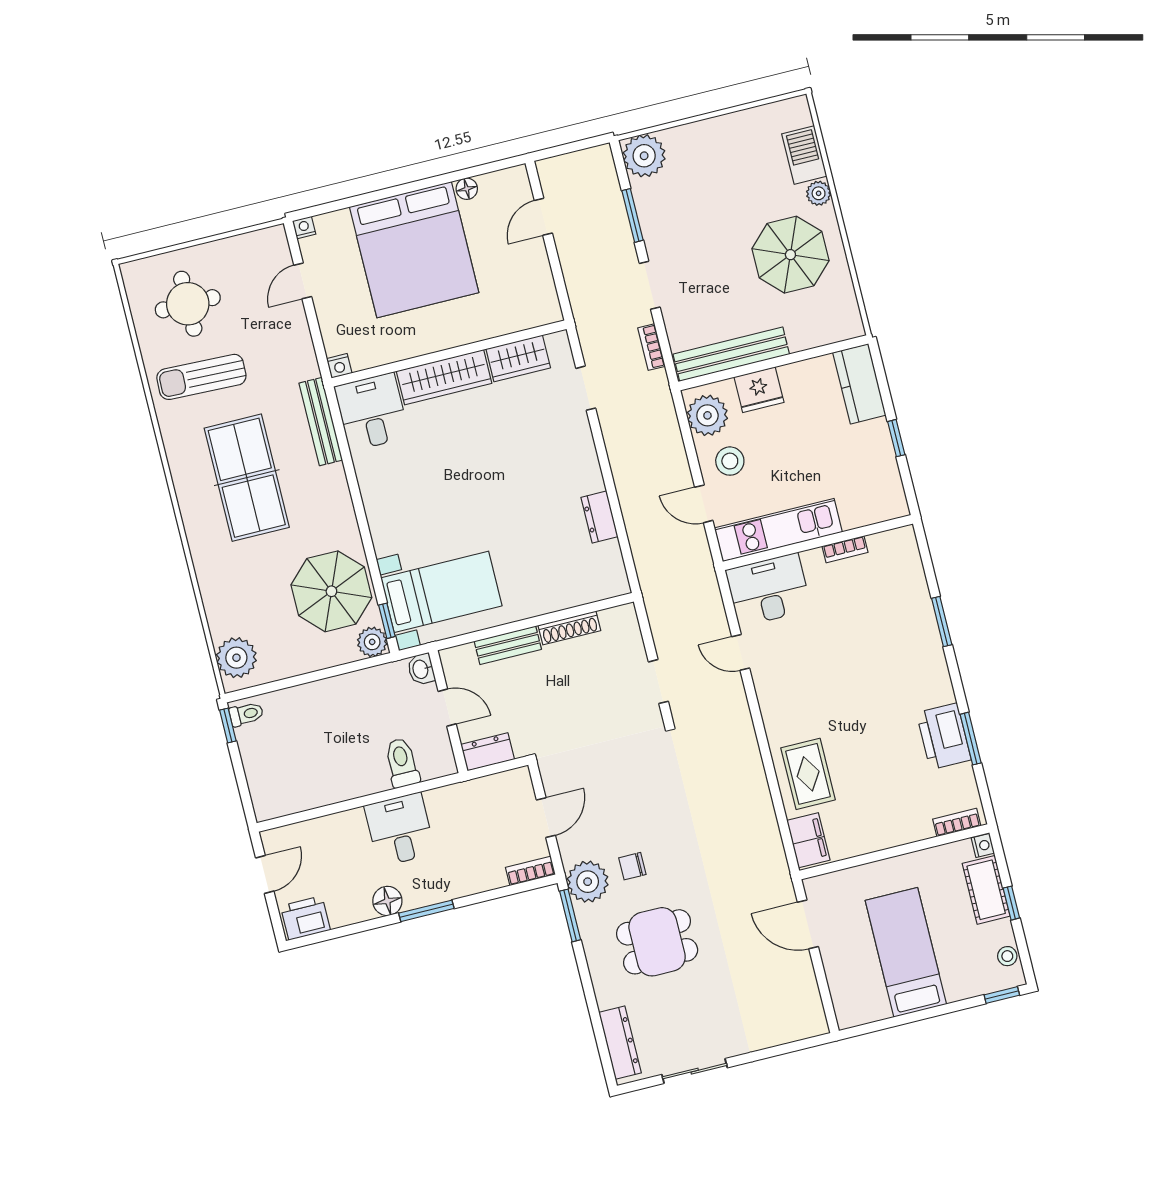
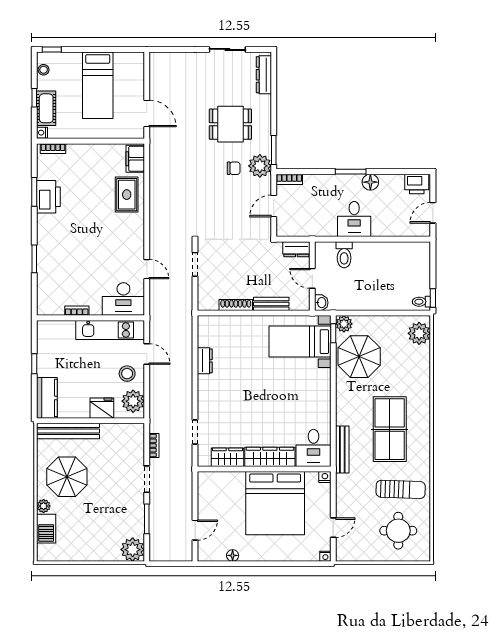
bed: (414, 250) -> (275, 503), moved, turned 180
bench: (731, 354) -> (68, 431), moved

